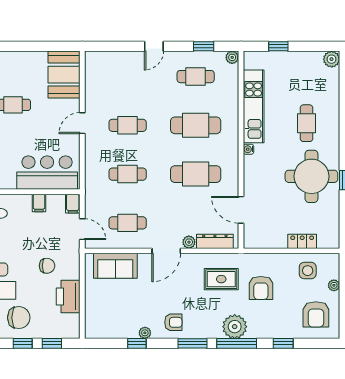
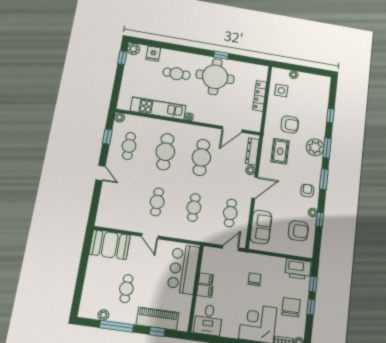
window: (278, 46) -> (122, 58), moved
fridge: (330, 87) -> (153, 54), added
filing cabinet: (73, 204) -> (205, 291), moved
locker: (302, 241) -> (260, 96), width x1.53
door: (166, 251) -> (255, 188), hinge flipped
printer: (68, 297) -> (298, 269), moved
armchair: (316, 314) -> (298, 231), moved
window: (237, 343) -> (327, 148), width x0.69

